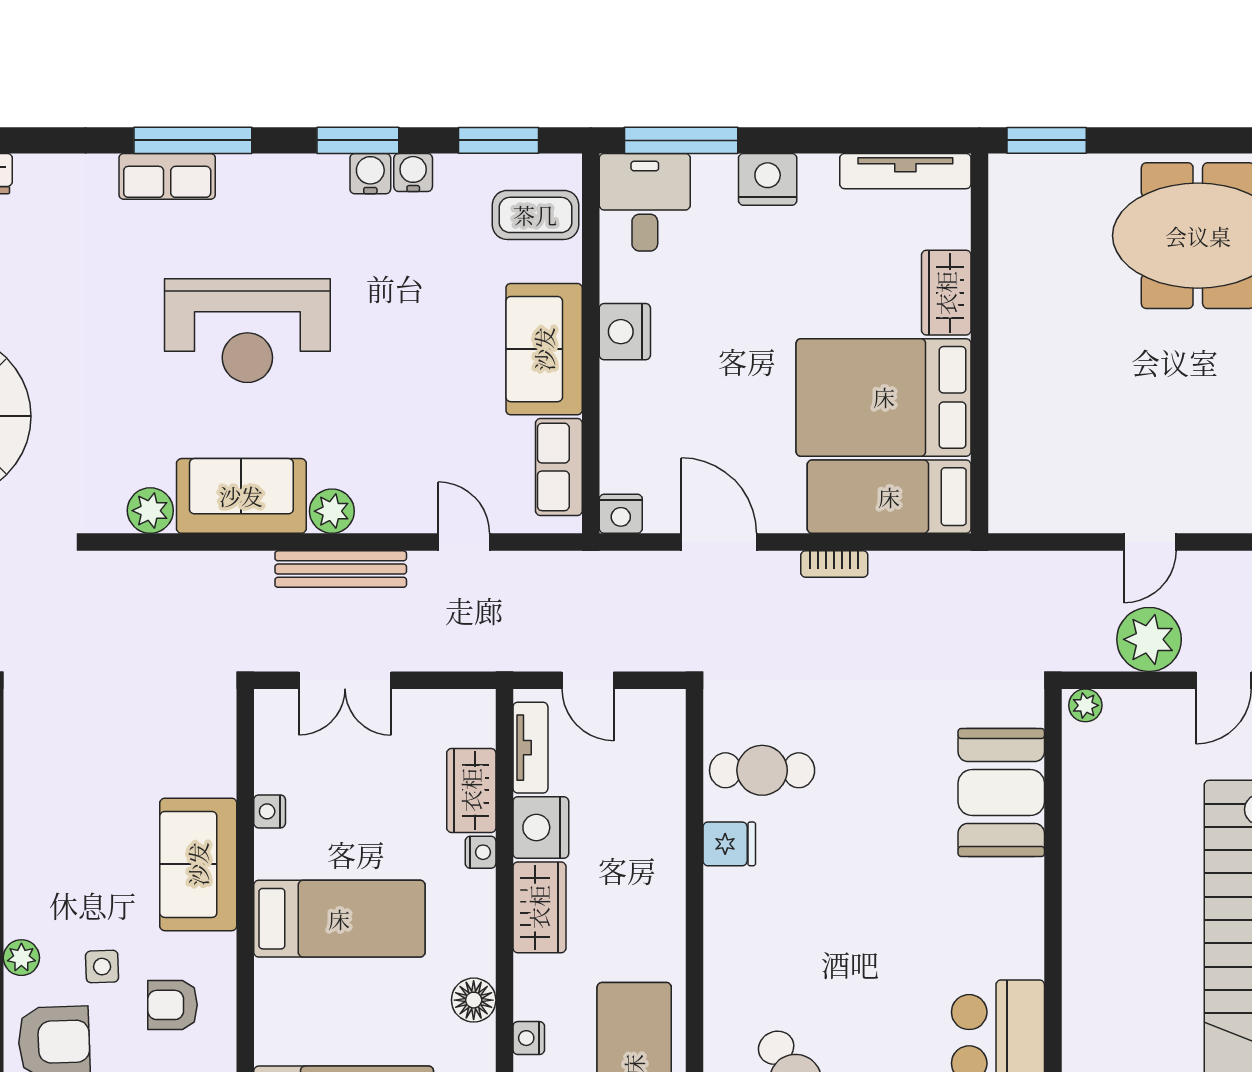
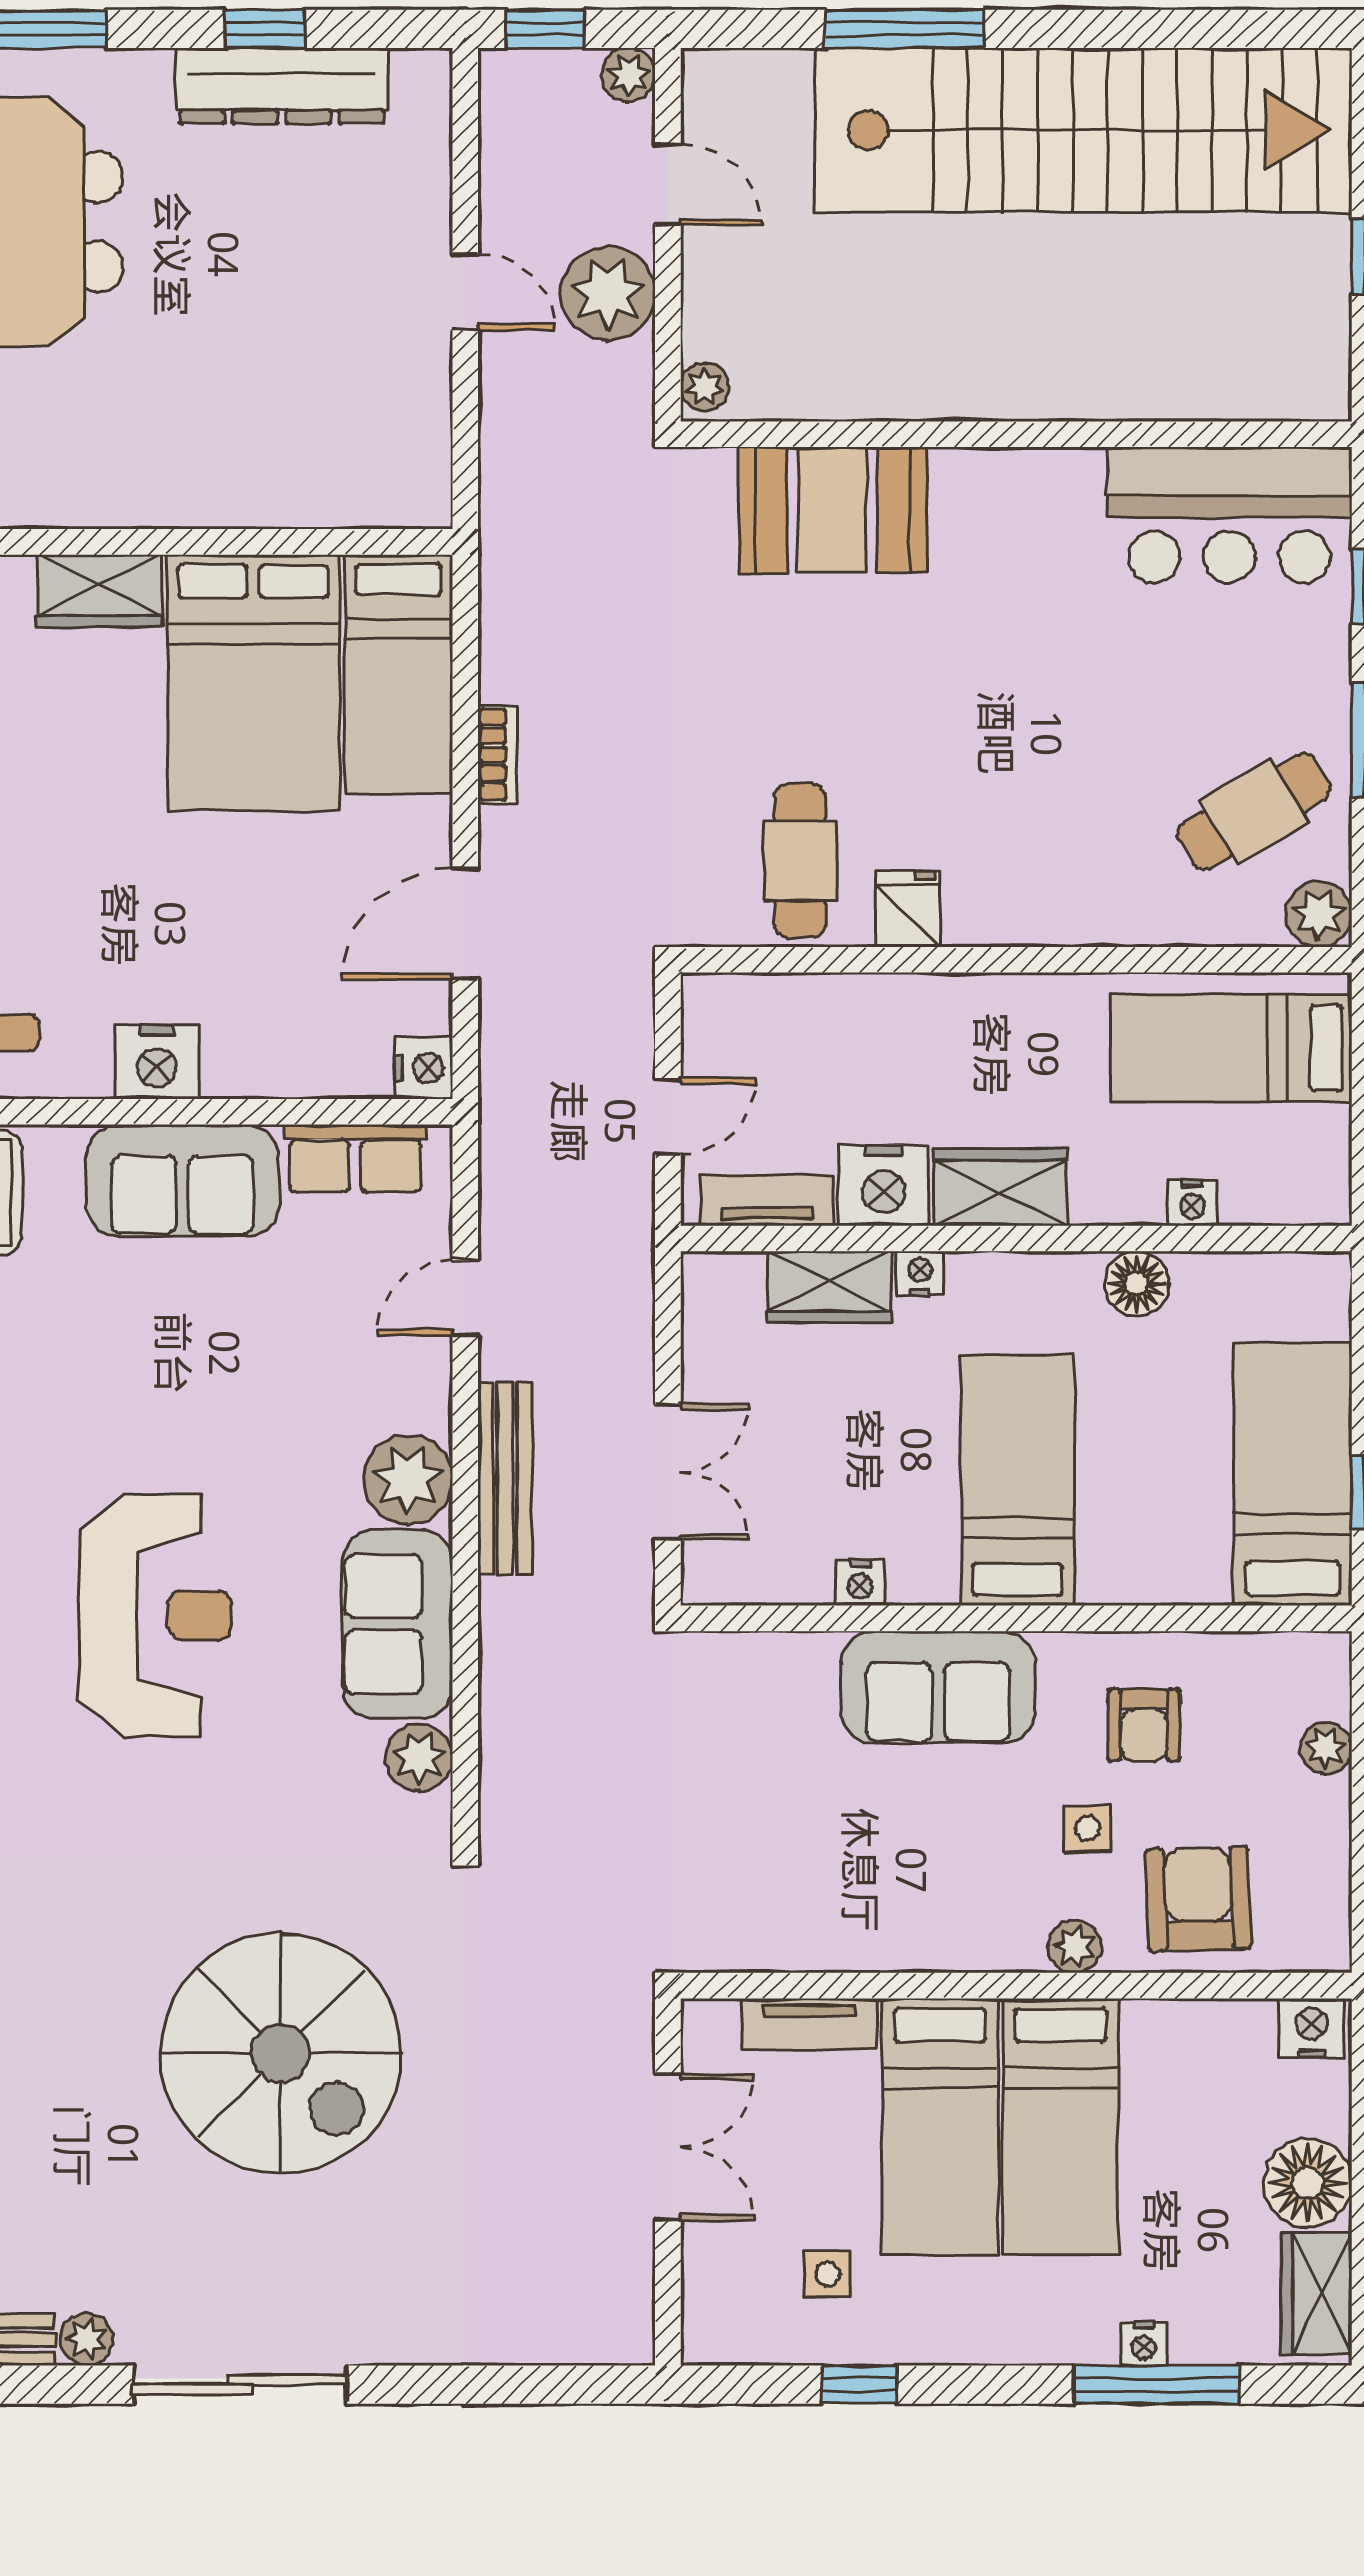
plant: (332, 511) -> (408, 1479), width x1.36, depth x1.36

